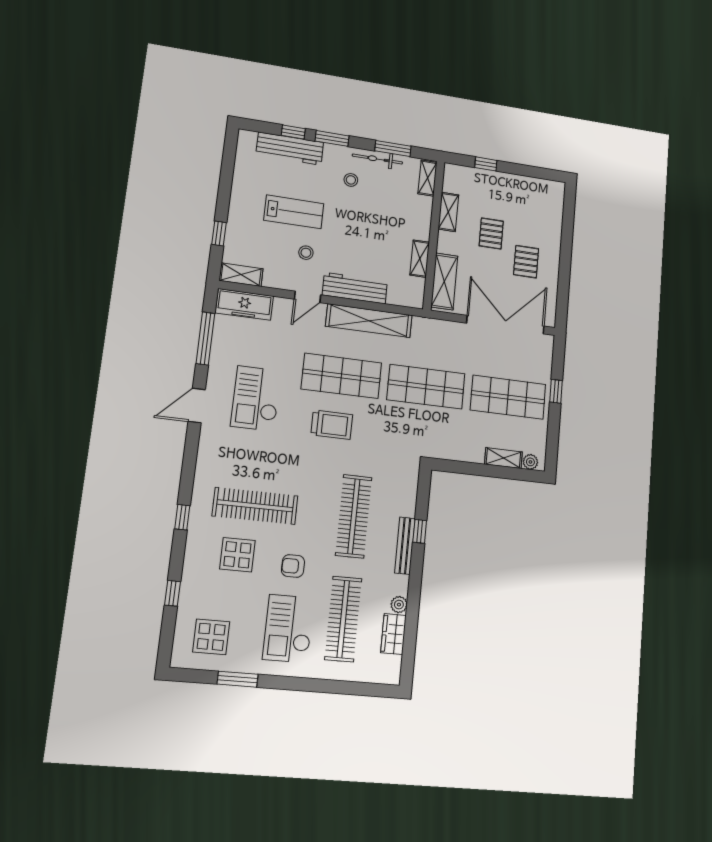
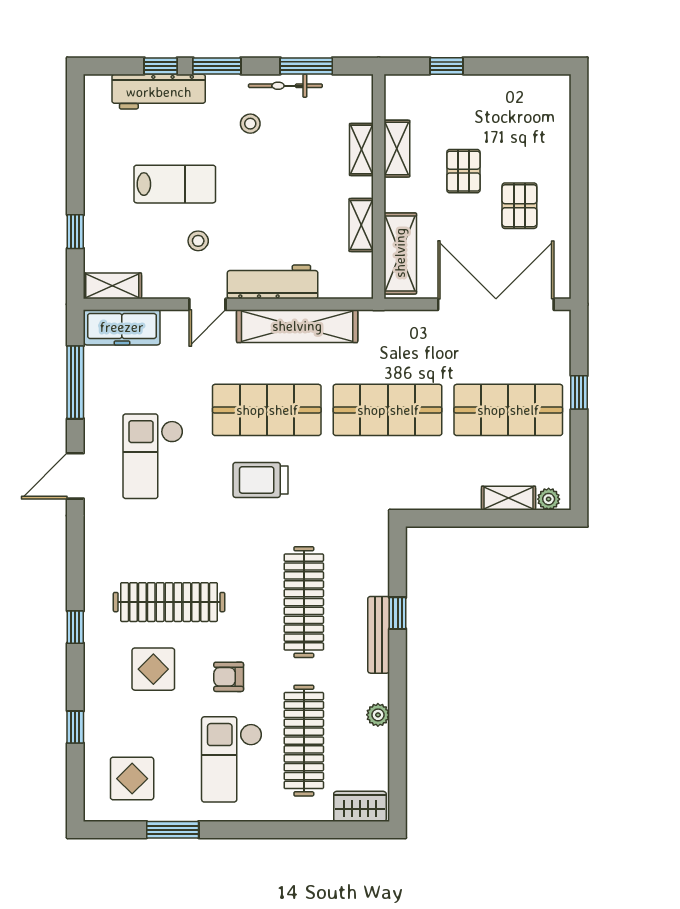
shelving: (428, 178) -> (361, 150), moved
trolley: (332, 425) -> (260, 480), turned 180
wardrobe: (393, 634) -> (360, 806), moved, turned 90

